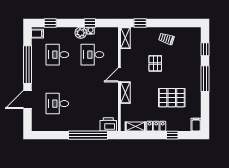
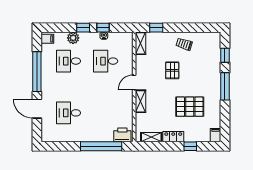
window: (50, 23) -> (83, 28), moved
plant: (81, 33) -> (73, 38), moved
door: (27, 99) -> (37, 109), hinge flipped

